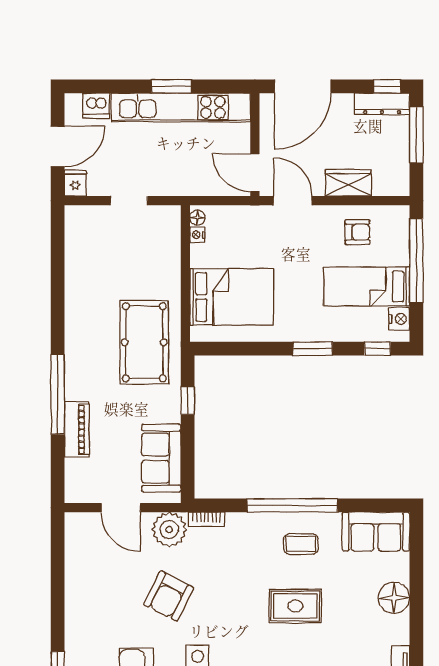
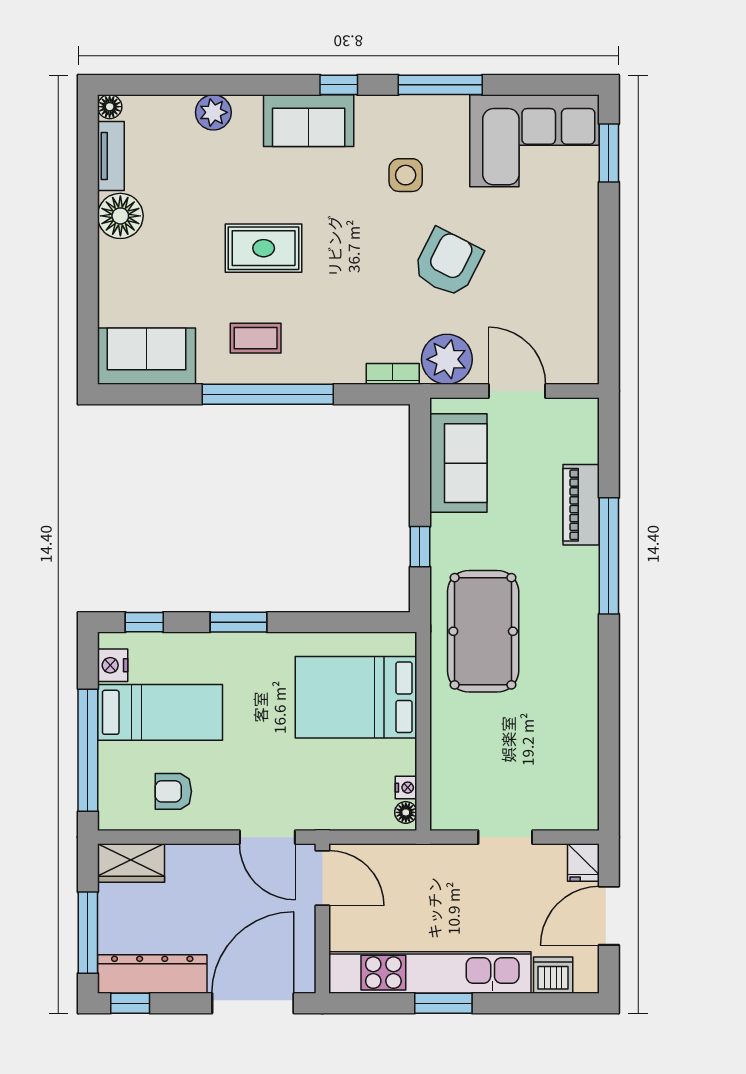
dresser: (382, 104) -> (152, 974), width x1.37, depth x1.24
wardrobe: (348, 183) -> (131, 863), moved
floor lamp: (394, 598) -> (120, 216), moved

